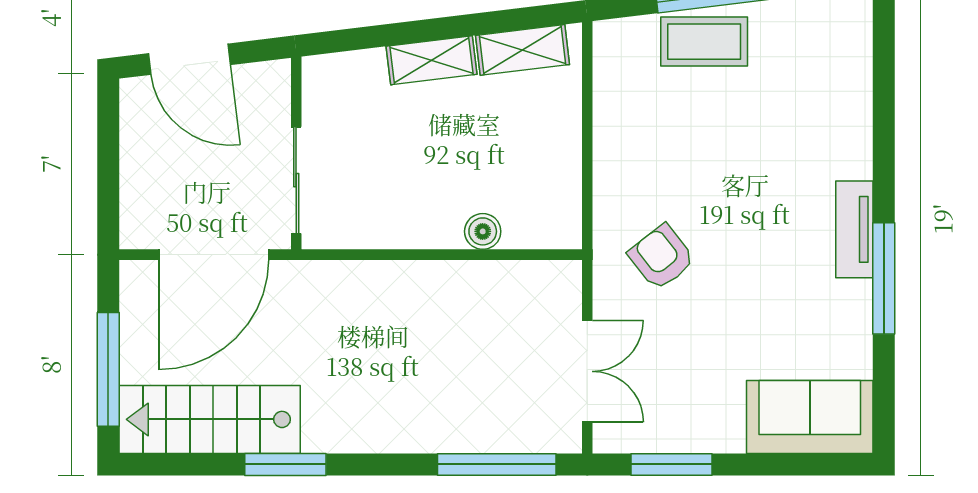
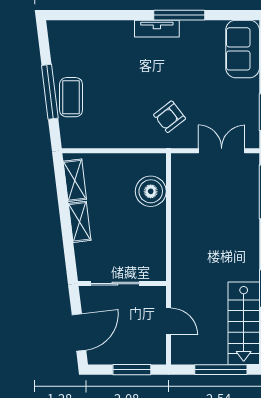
window: (108, 175) -> (132, 370), added
sliding door: (296, 180) -> (115, 284), moved
boiler: (483, 231) -> (151, 191), width x1.86, depth x1.86
door: (214, 255) -> (168, 321), width x0.53

